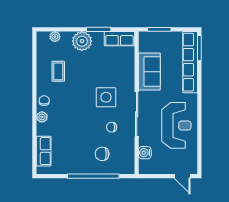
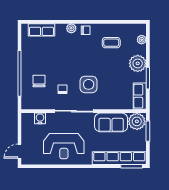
plant: (148, 42) -> (137, 121), added

